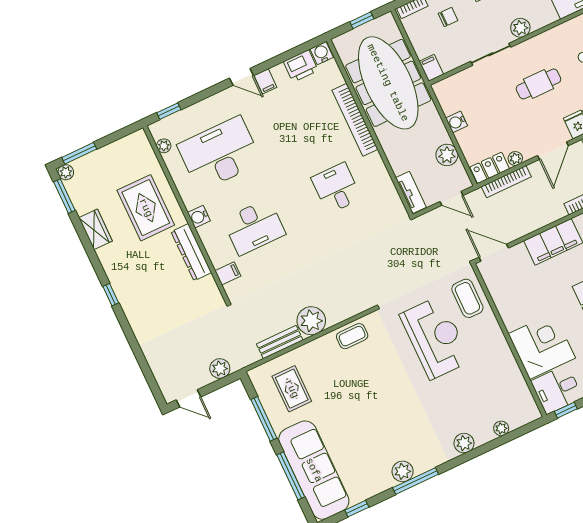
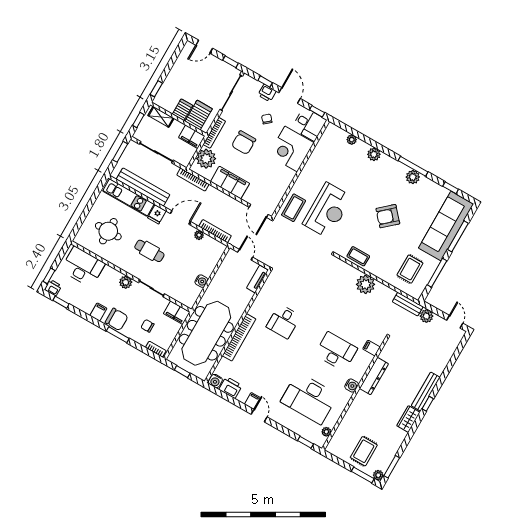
filing cabinet: (431, 68) -> (177, 313), width x2.00
plant: (447, 155) -> (223, 274), removed
locker: (490, 168) -> (214, 245), removed
rug: (146, 208) -> (364, 451), moved, width x0.73, depth x0.70
wardrobe: (96, 229) -> (408, 419), moved
bench: (128, 303) -> (426, 392), added
reception desk: (435, 338) -> (327, 210), turned 180
bench: (280, 342) -> (408, 304), moved
armchair: (376, 407) -> (388, 216), added

